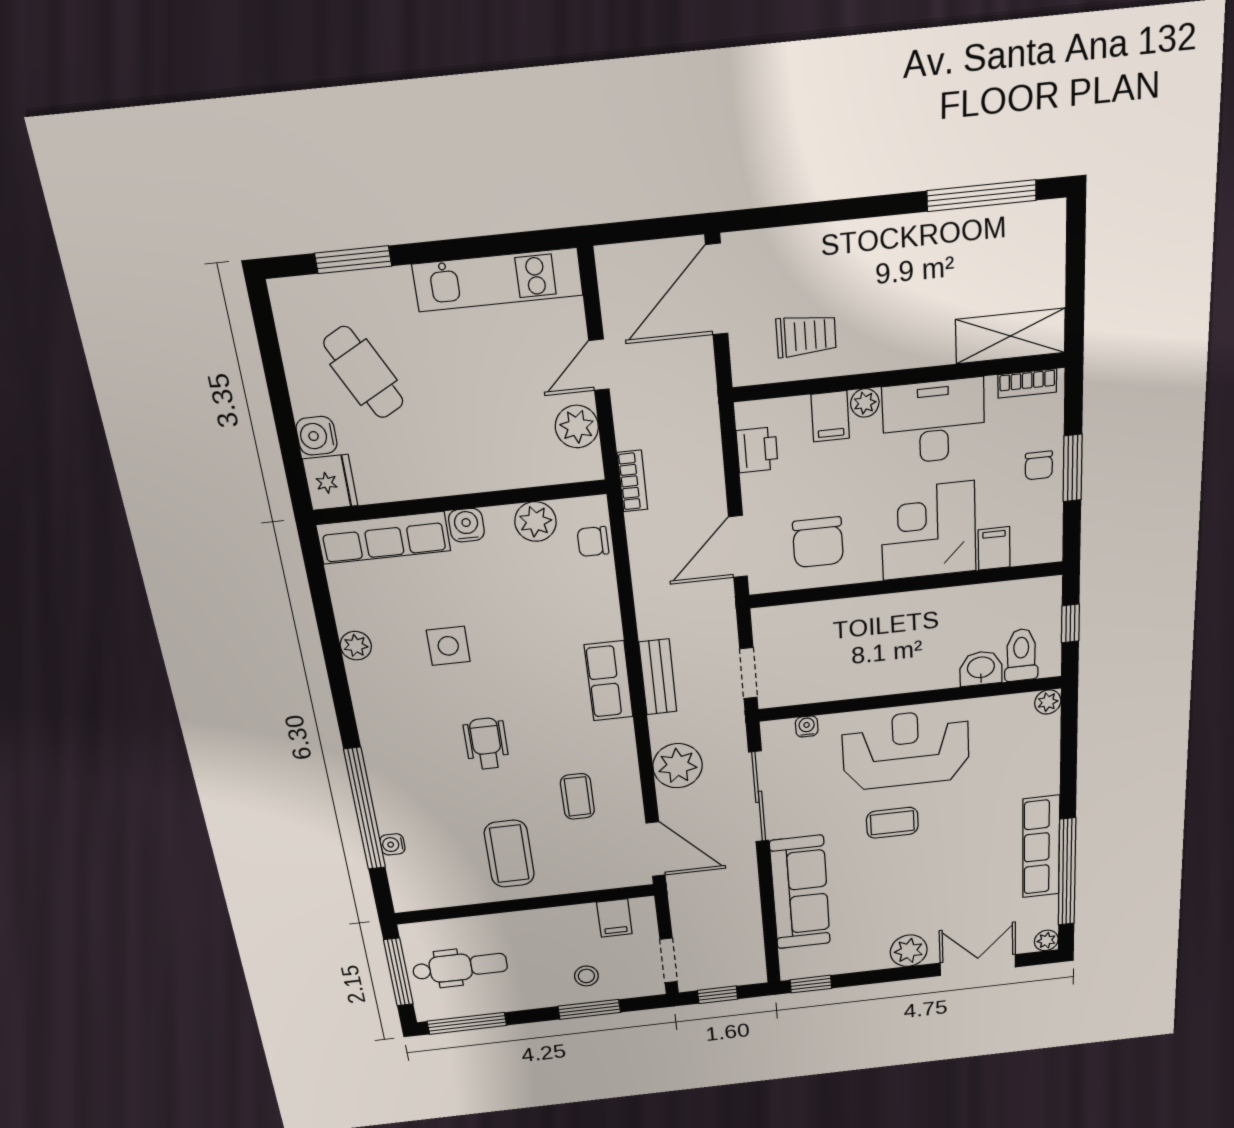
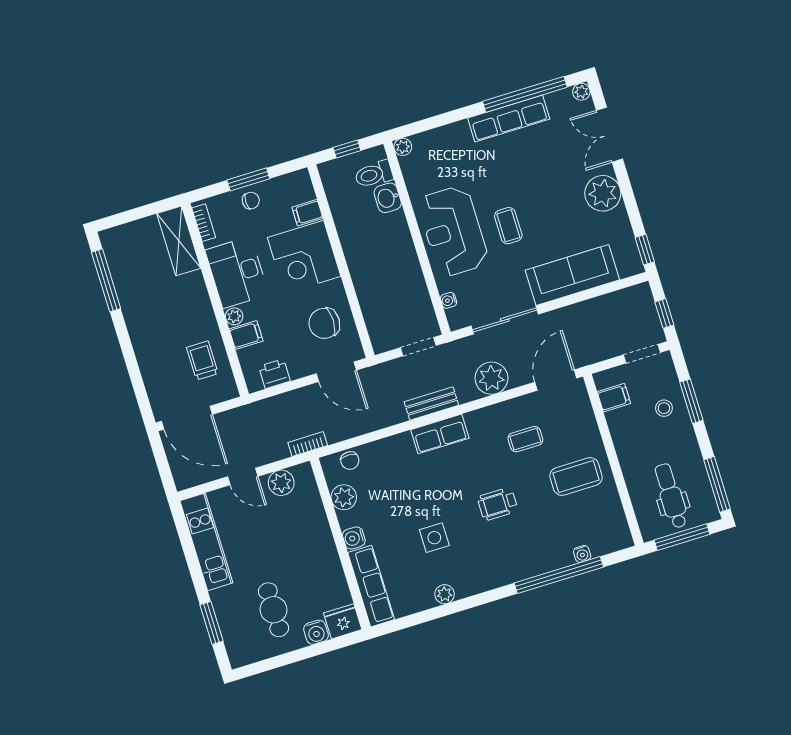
cafe table: (364, 372) -> (273, 610), turned -62
chair: (818, 542) -> (324, 323), turned 180
plant: (909, 951) -> (603, 193), width x1.36, depth x1.36

